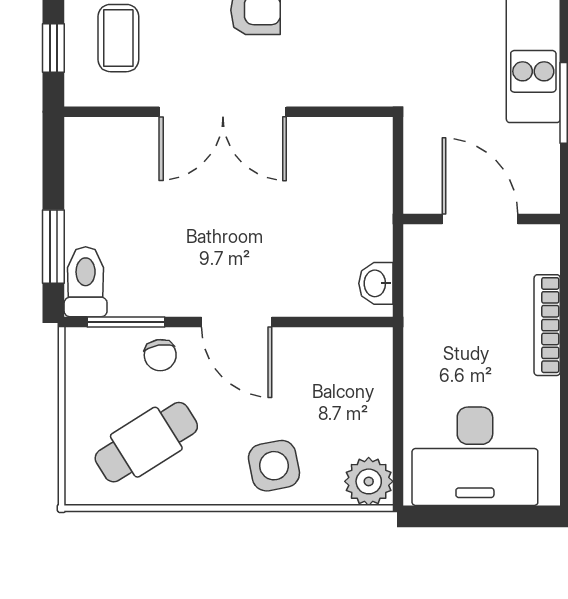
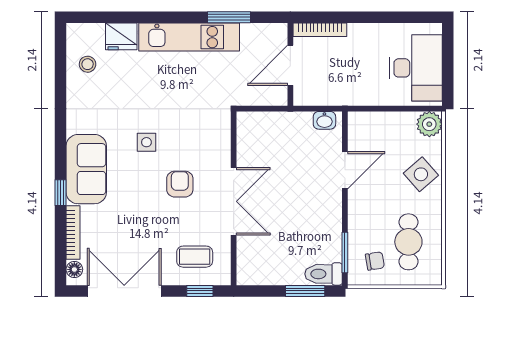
door: (237, 322) -> (345, 170), moved
bookcase: (547, 325) -> (320, 30), moved
chair: (160, 355) -> (375, 261), moved
cafe table: (146, 442) -> (408, 242), turned 32
side table: (274, 466) -> (421, 174), turned -30

